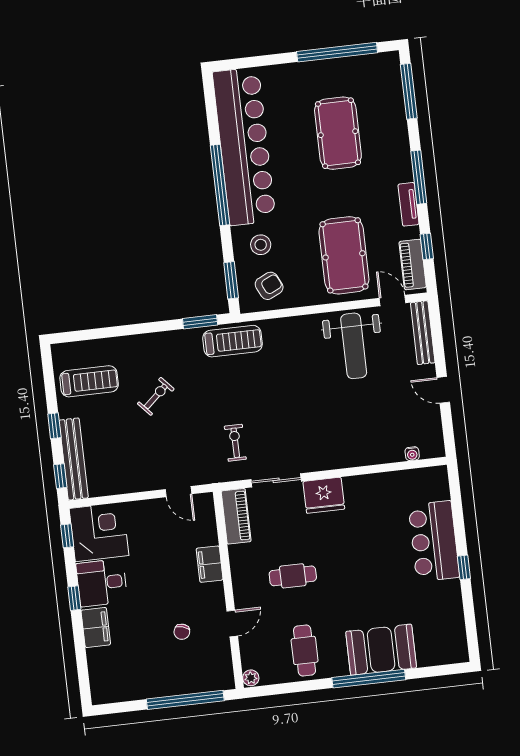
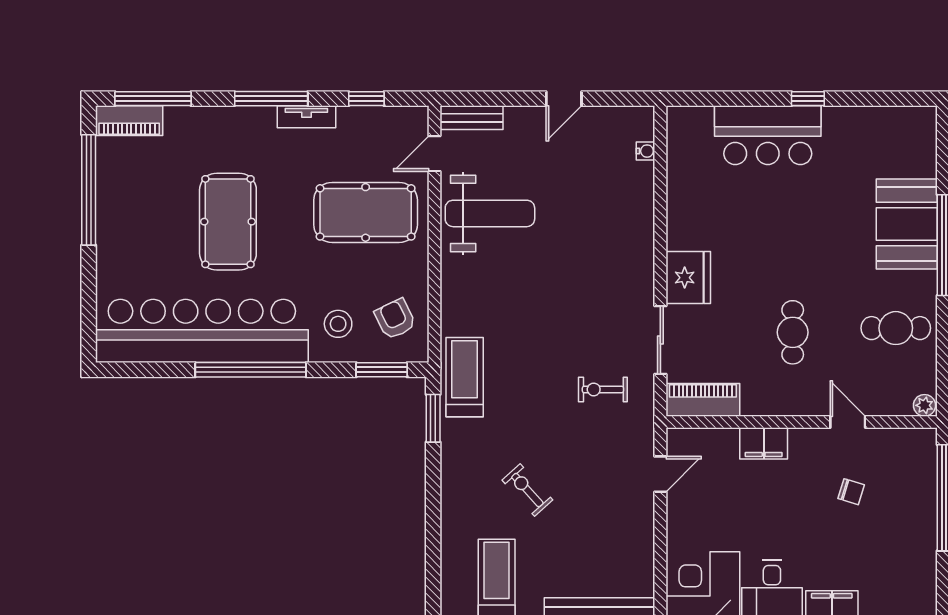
pool table: (338, 133) -> (228, 222), moved, turned 90
piano: (413, 265) -> (129, 121), moved
bench: (423, 333) -> (472, 118), width x0.73

